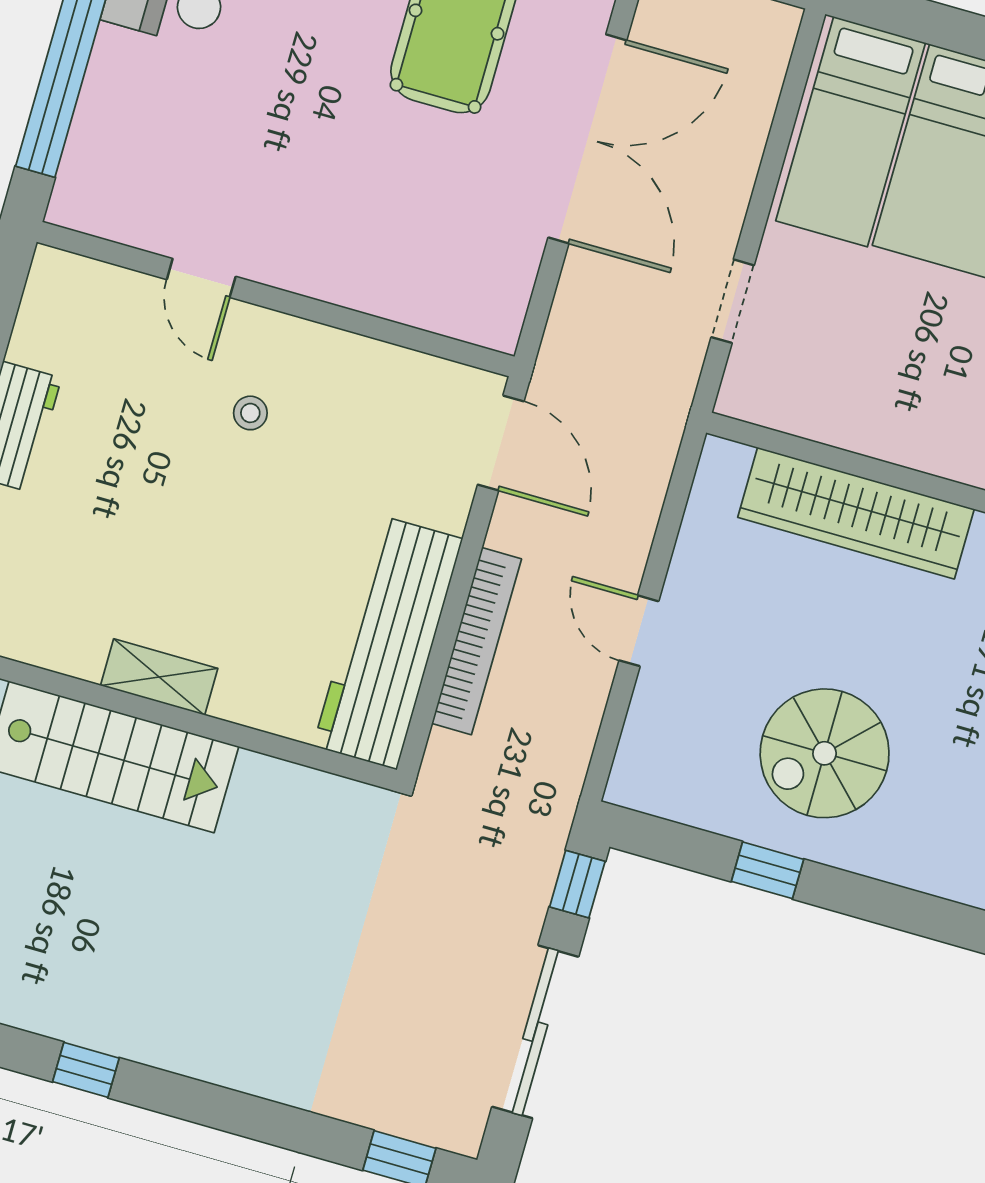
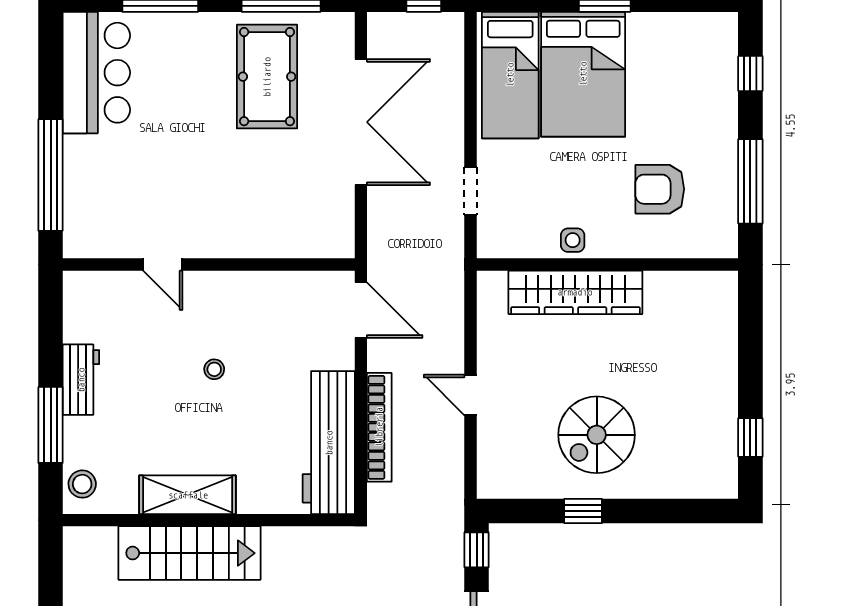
stool: (250, 413) -> (214, 369), moved
side table: (875, 427) -> (573, 240), added
shelving: (159, 677) -> (188, 495), width x1.50, depth x1.33

